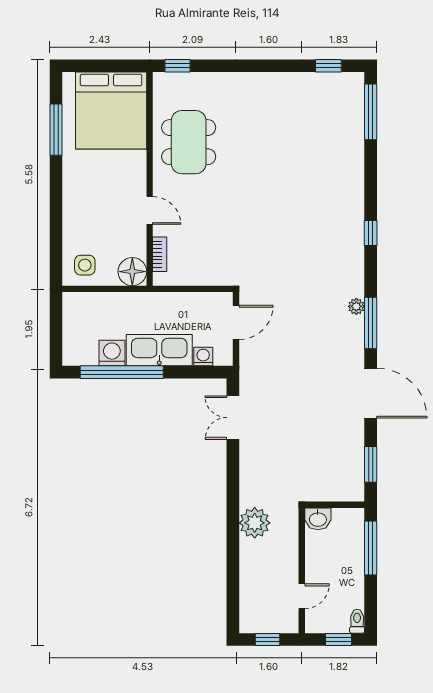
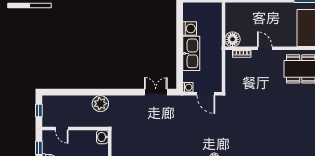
door: (150, 210) -> (265, 48), swing flipped
side table: (85, 265) -> (236, 14), removed
washing machine: (203, 357) -> (188, 87), moved
window: (122, 372) -> (180, 34), removed

